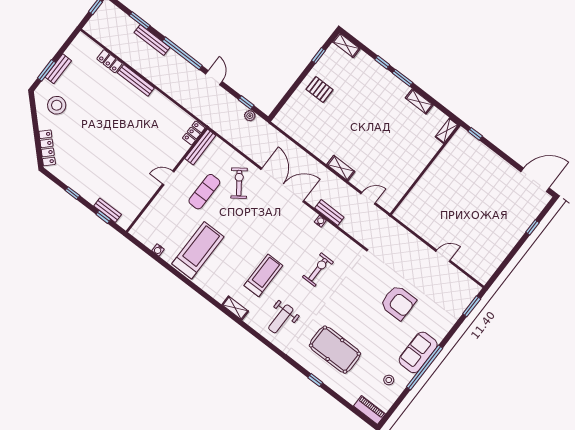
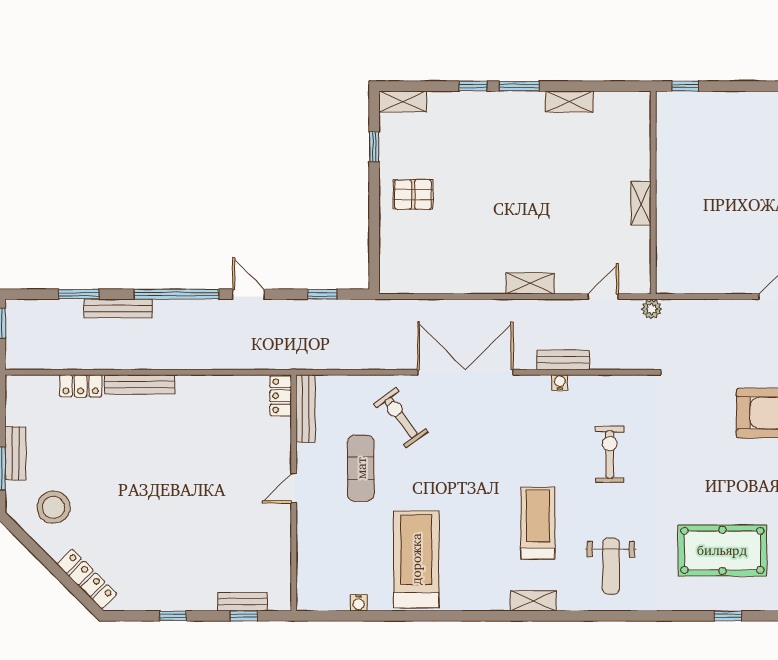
plant: (250, 116) -> (652, 309), moved
shelving: (447, 131) -> (641, 203), moved

